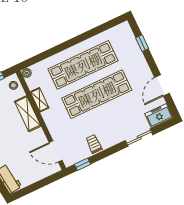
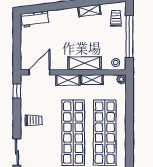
shelving: (50, 122) -> (68, 80), added
trolley: (94, 144) -> (33, 120), moved

